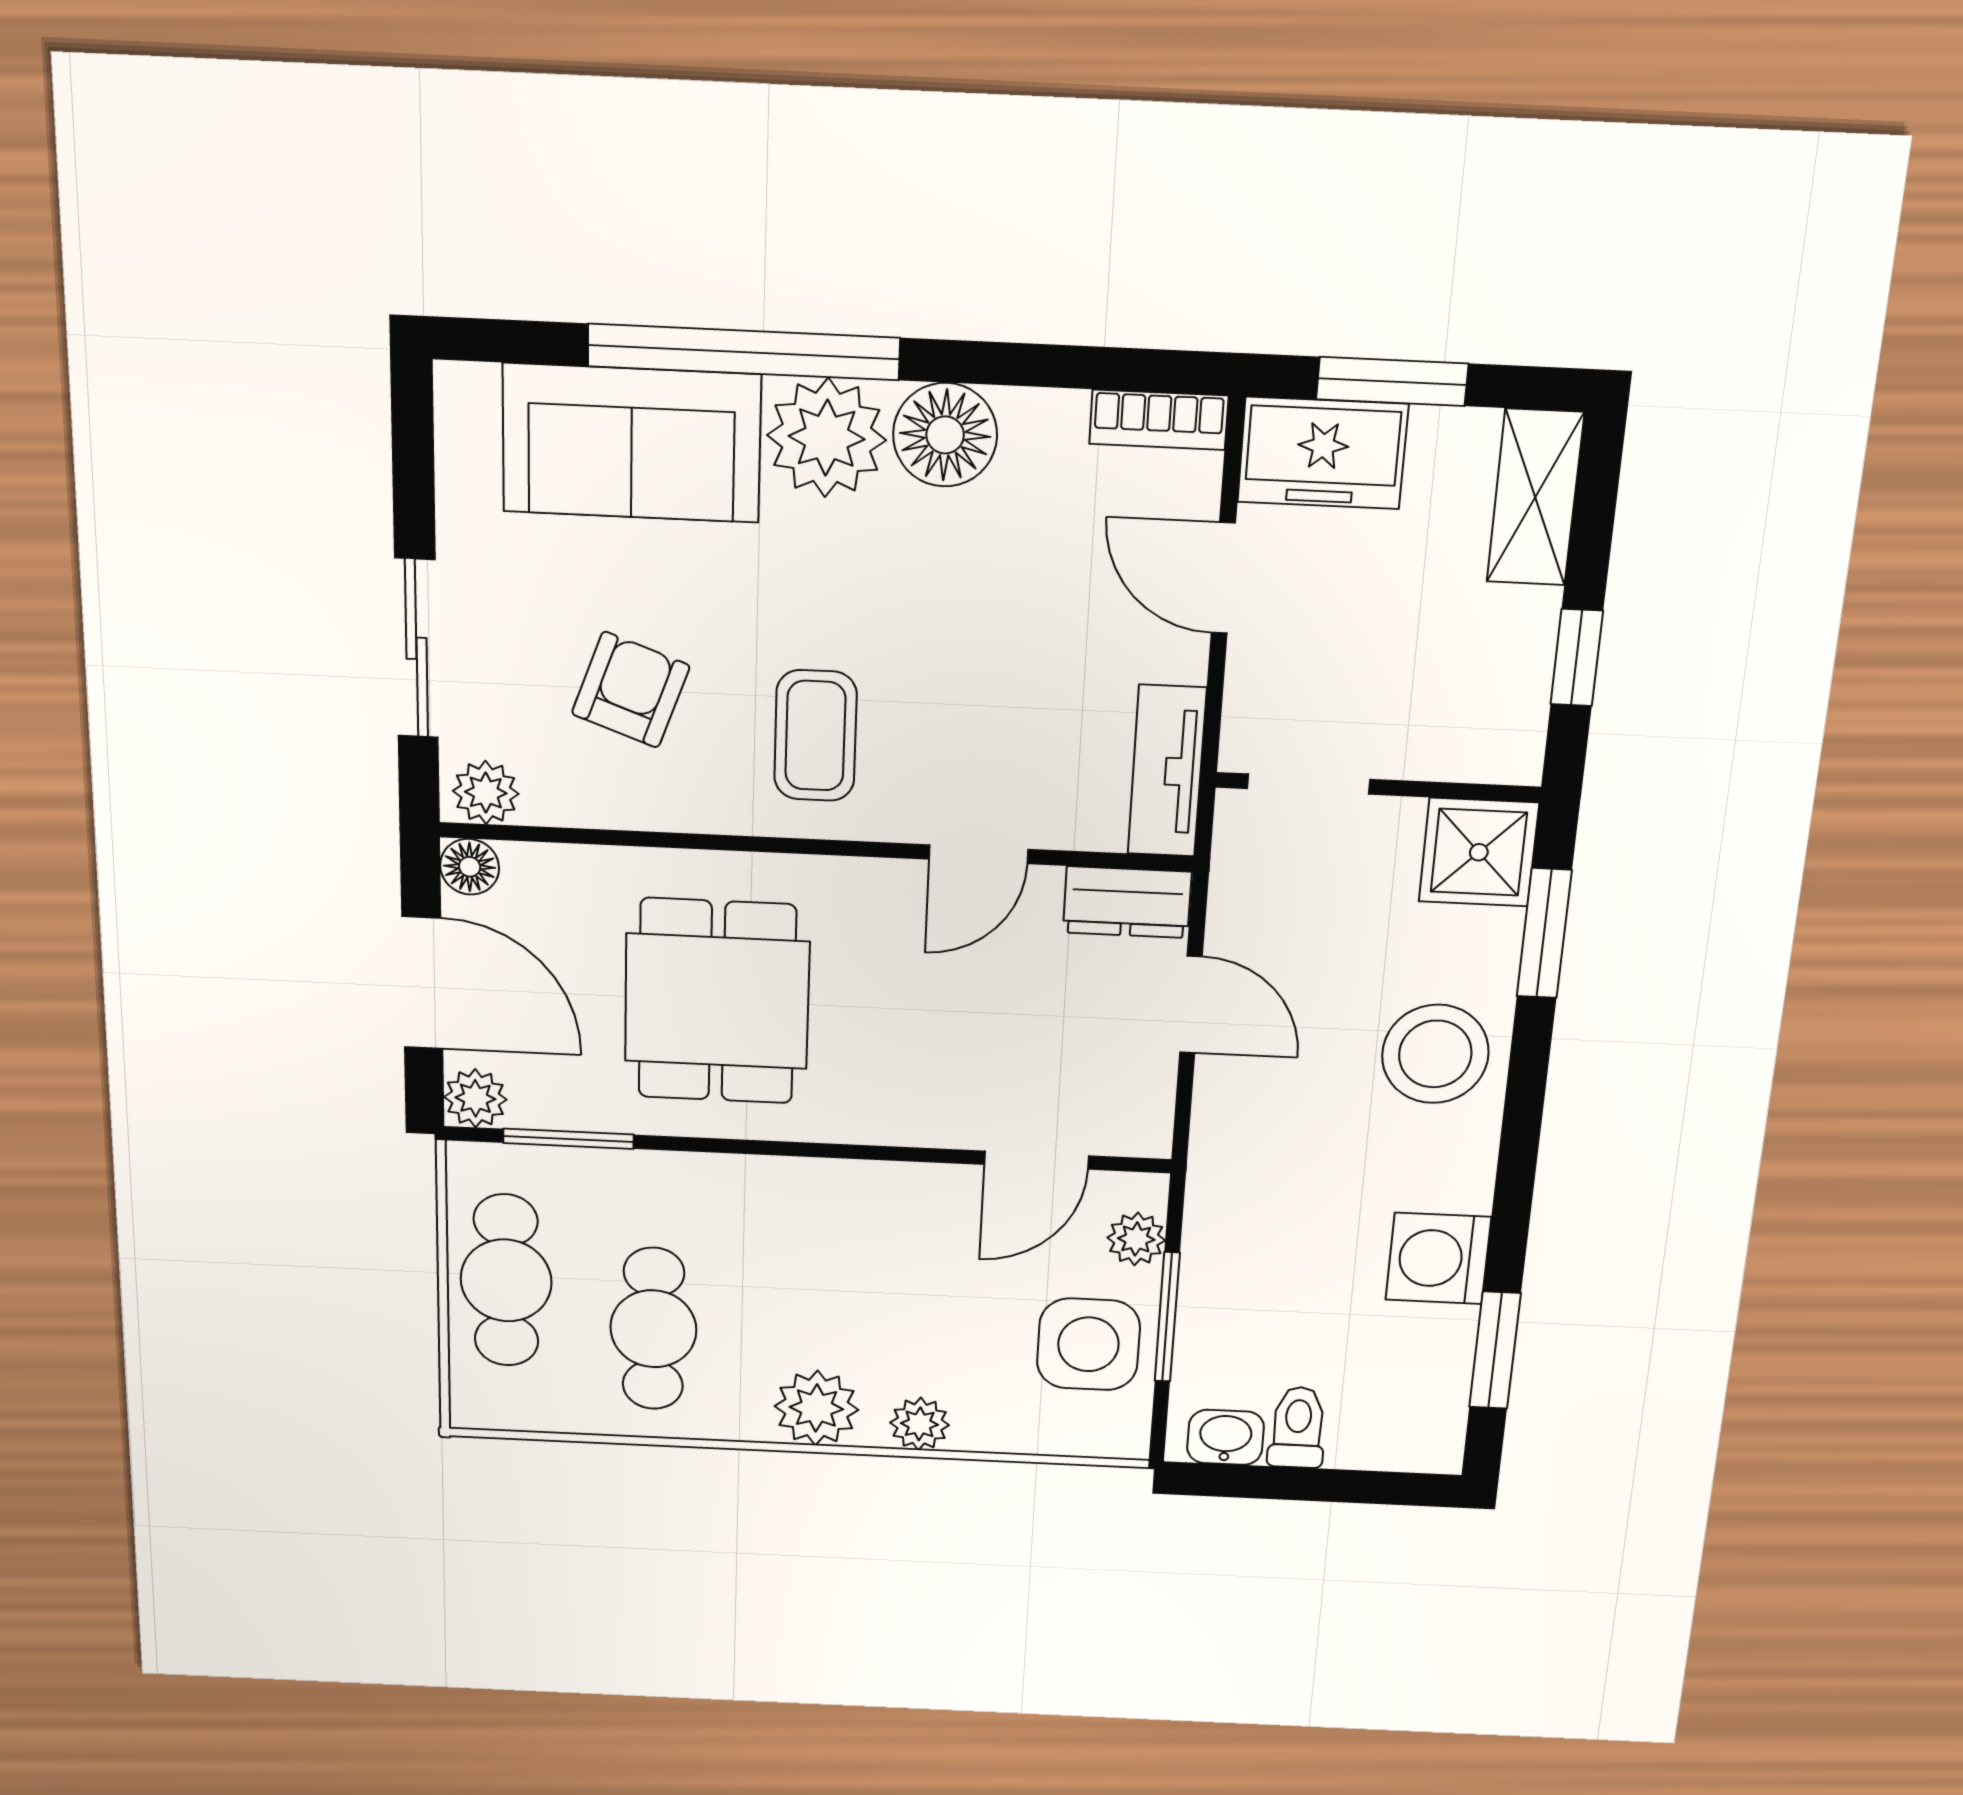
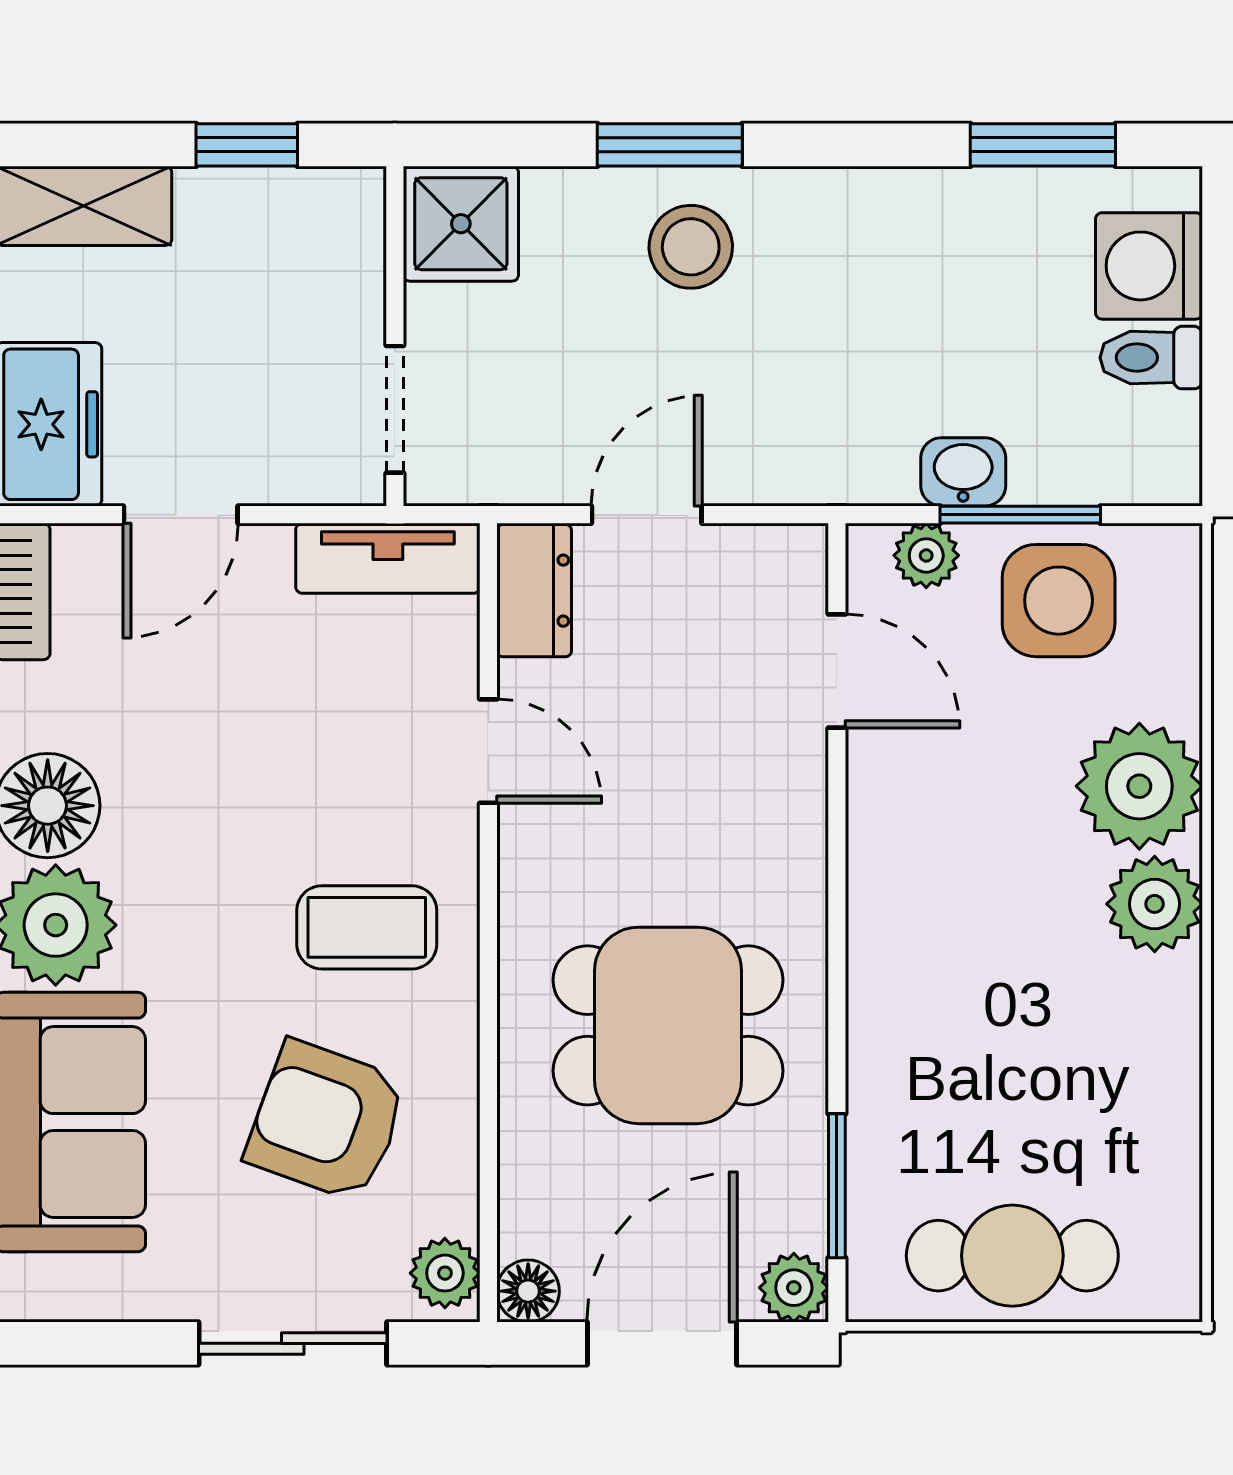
armchair: (631, 690) -> (327, 1121), width x1.38, depth x1.38
window: (1544, 933) -> (670, 145), moved
stool: (1435, 1054) -> (691, 247), width x0.73, depth x0.73
washing machine: (1438, 1258) -> (1149, 266), moved, turned 90
cafe table: (653, 1329) -> (1064, 1090), removed
plant: (920, 1424) -> (1139, 786), width x1.88, depth x1.88
washbasin: (1225, 1437) -> (963, 472), moved, turned 90

